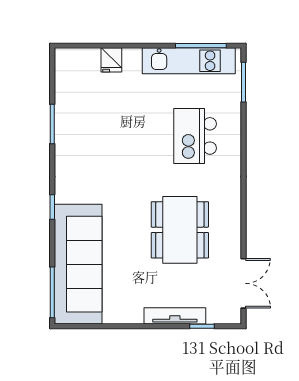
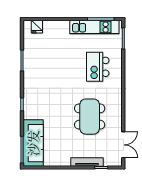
fridge: (111, 60) -> (37, 27), moved
sofa: (78, 264) -> (33, 143), width x0.74, depth x0.79

